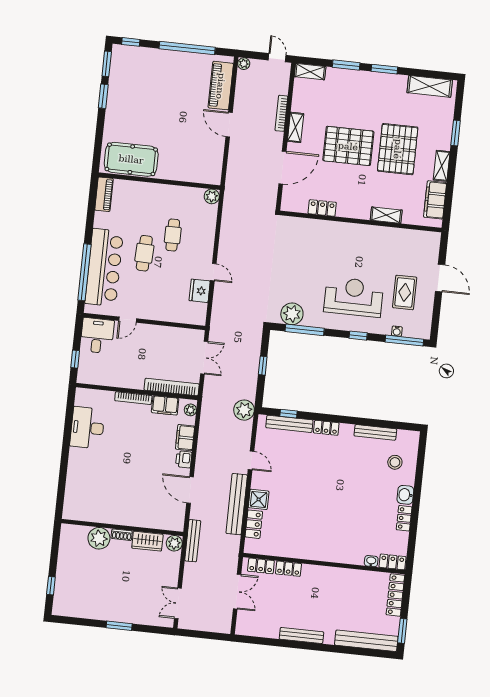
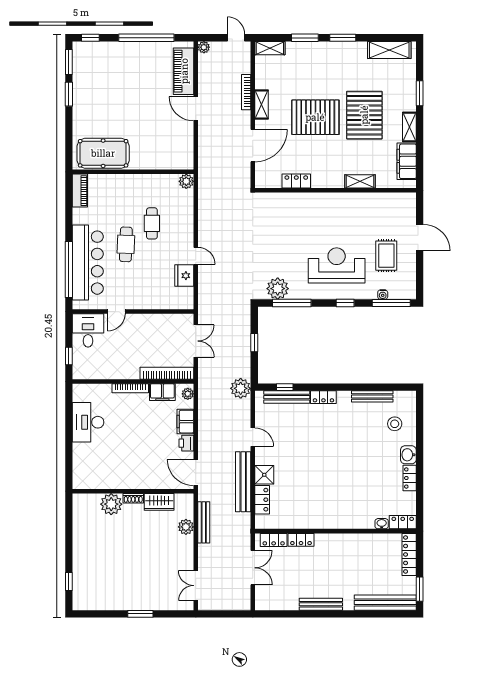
wall: (122, 528) -> (133, 491), moved
shoe rack: (122, 535) -> (133, 498), moved
plant: (99, 538) -> (111, 504), moved
wardrobe: (147, 541) -> (159, 502), moved

